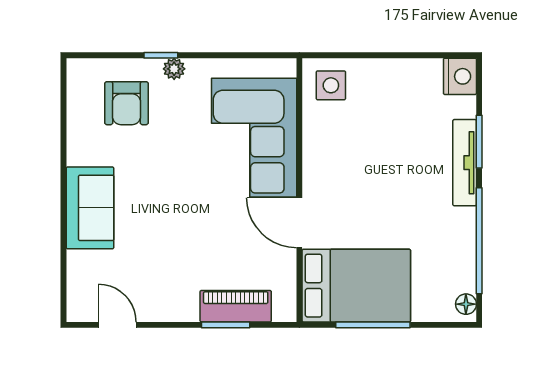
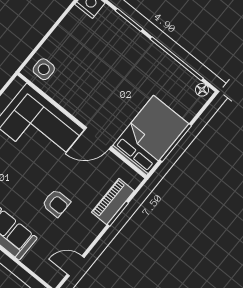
tv unit: (465, 163) -> (133, 35), removed
armchair: (176, 237) -> (56, 203), added

